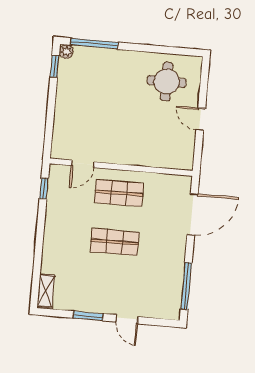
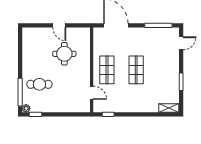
cafe table: (105, 77) -> (39, 84), added
round table: (167, 82) -> (64, 54), moved
door: (201, 119) -> (59, 25), hinge flipped
door: (127, 319) -> (181, 43), moved

